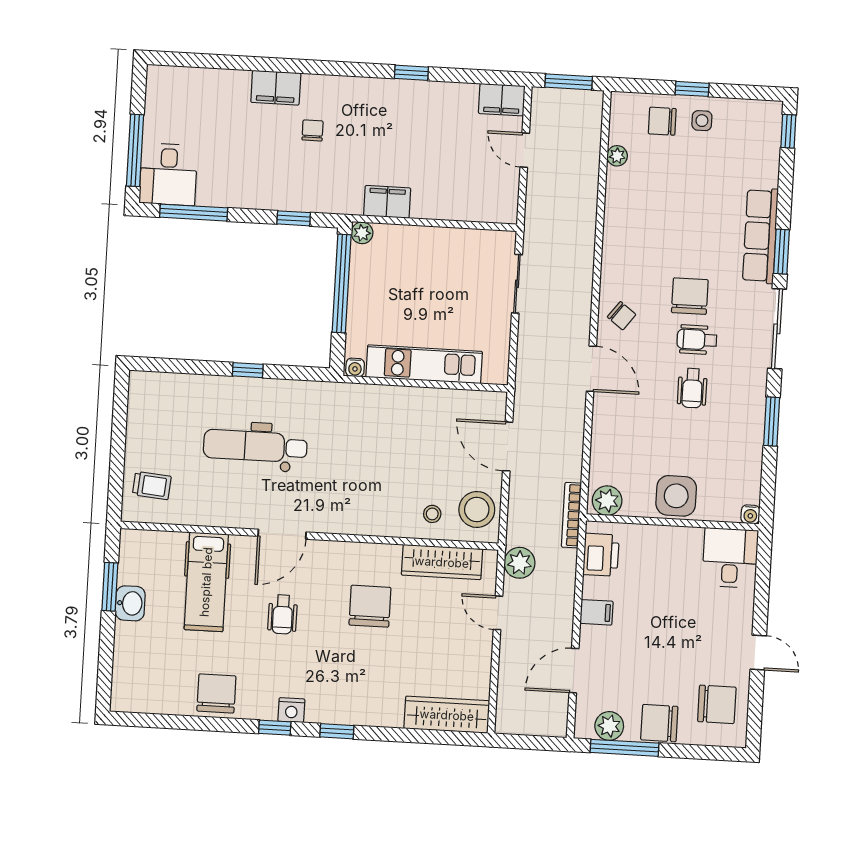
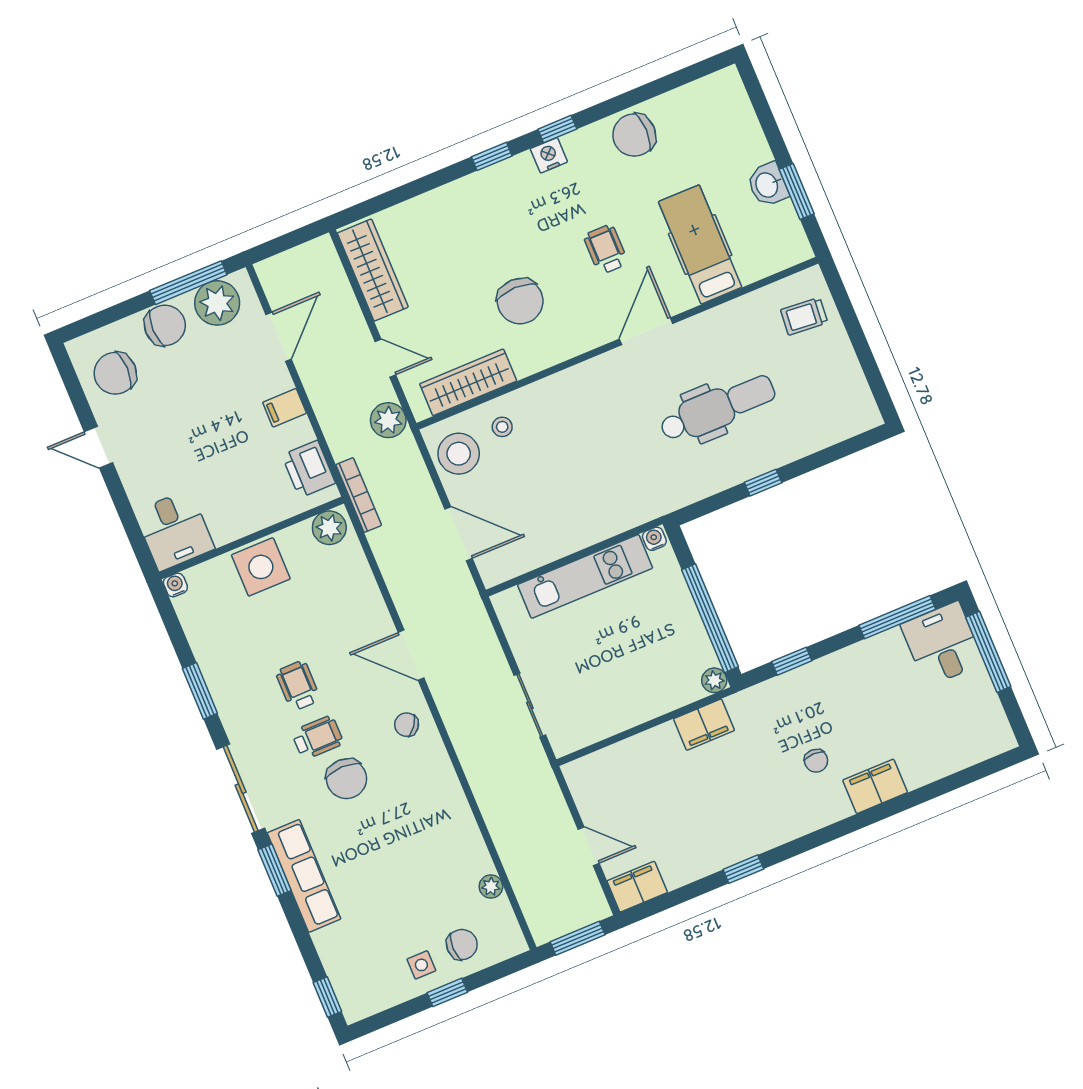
chair: (216, 693) -> (634, 135), turned 90
wardrobe: (447, 715) -> (373, 270), moved, turned -90
plant: (609, 726) -> (217, 303), width x1.36, depth x1.36

